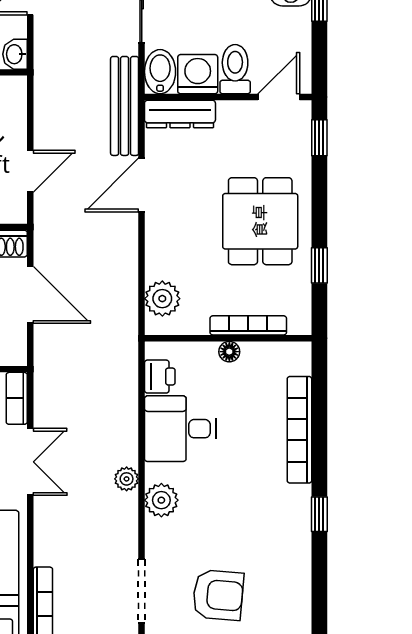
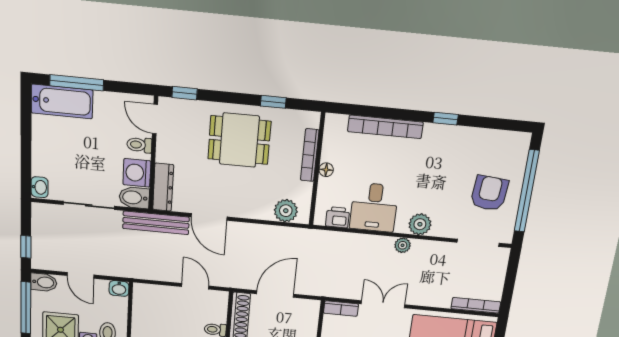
toilet: (235, 69) -> (139, 145), width x0.73, depth x0.72

